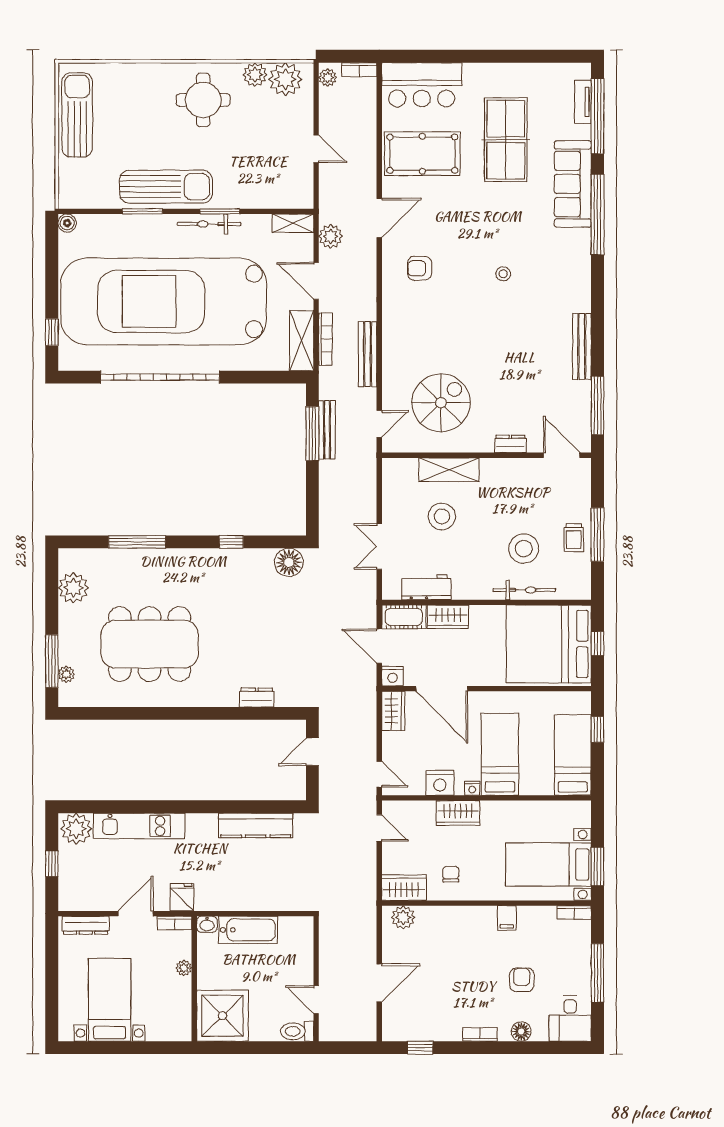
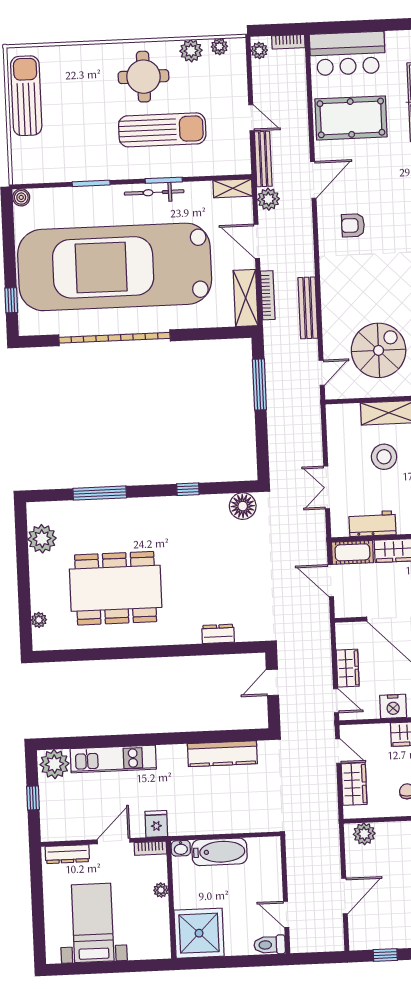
plant: (285, 79) -> (219, 47), width x0.53, depth x0.53
sun lounger: (166, 187) -> (162, 130), moved
bench: (327, 430) -> (263, 159), moved
window: (52, 661) -> (25, 608), removed
nightstand: (392, 676) -> (344, 608), removed
wardrobe: (393, 711) -> (348, 668), moved
wardrobe: (404, 888) -> (354, 784), moved, turned 90

